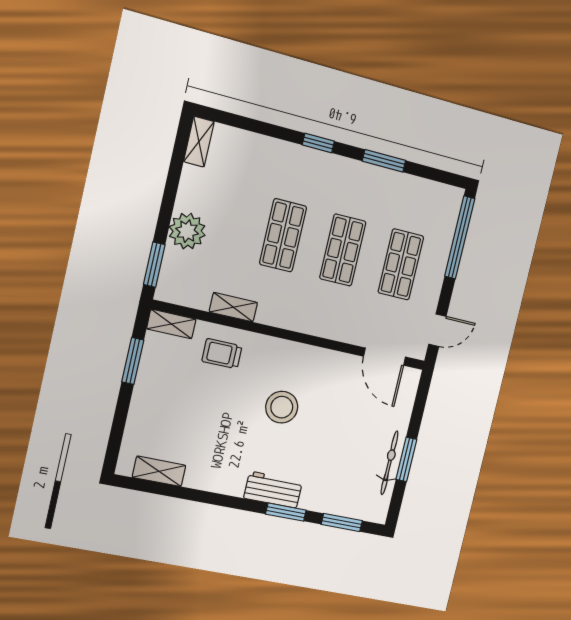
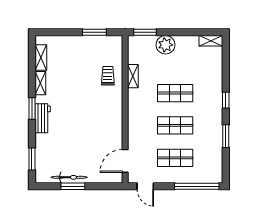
shelving: (171, 324) -> (40, 83), moved
stool: (282, 407) -> (87, 113), removed
window: (286, 512) -> (32, 109), moved

